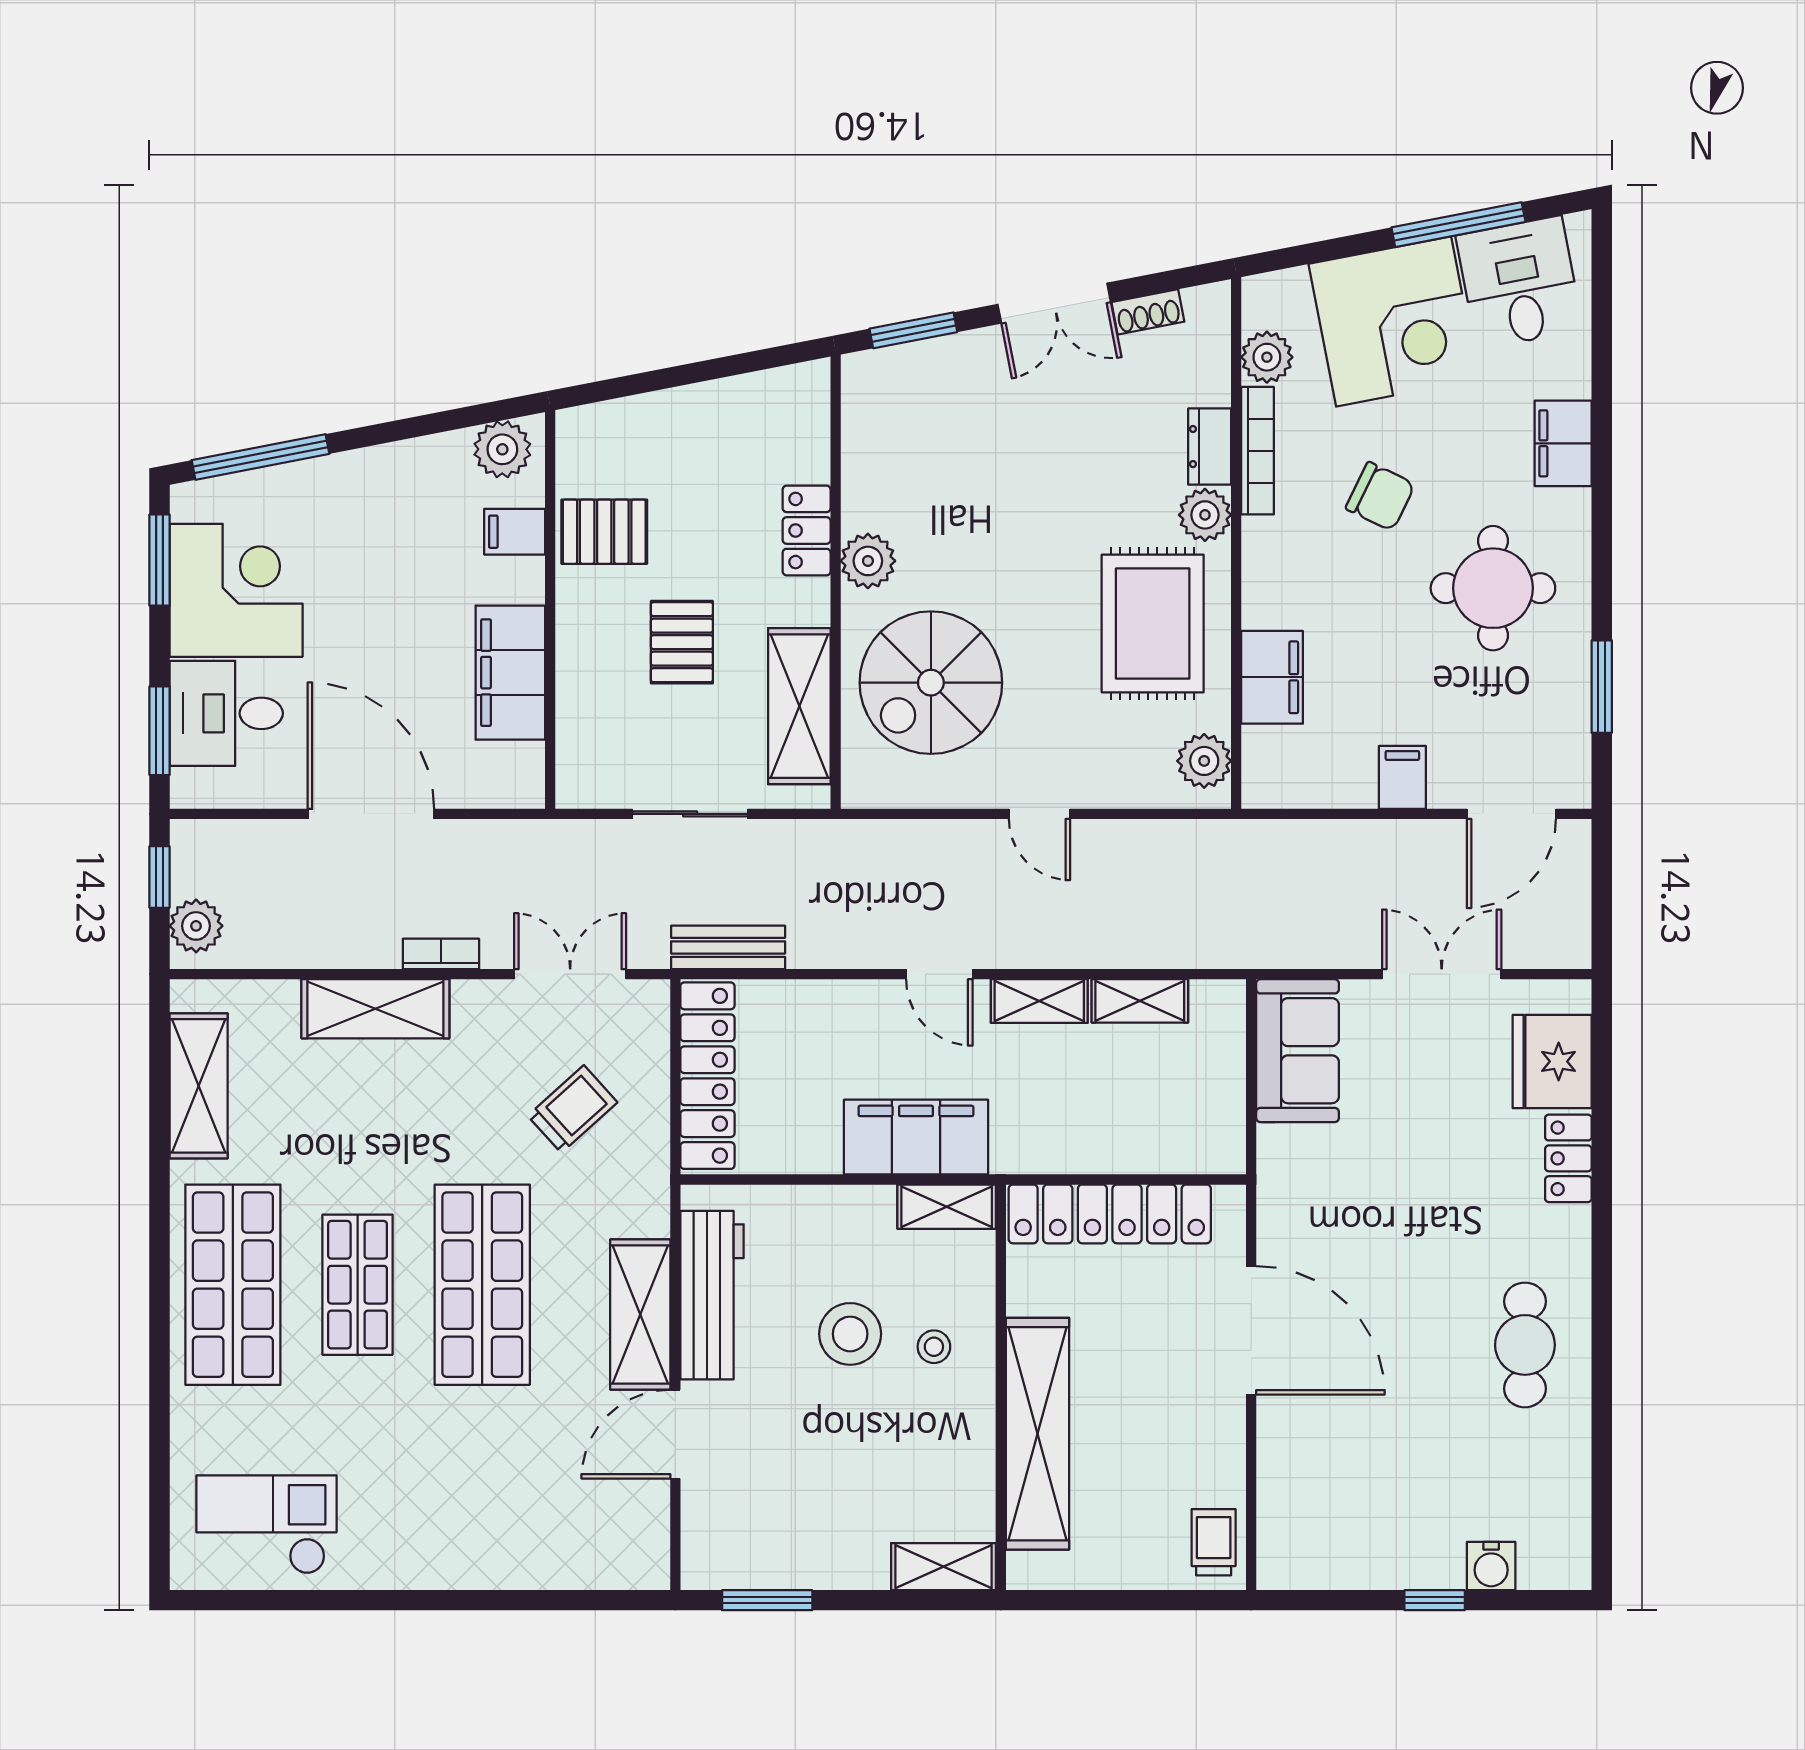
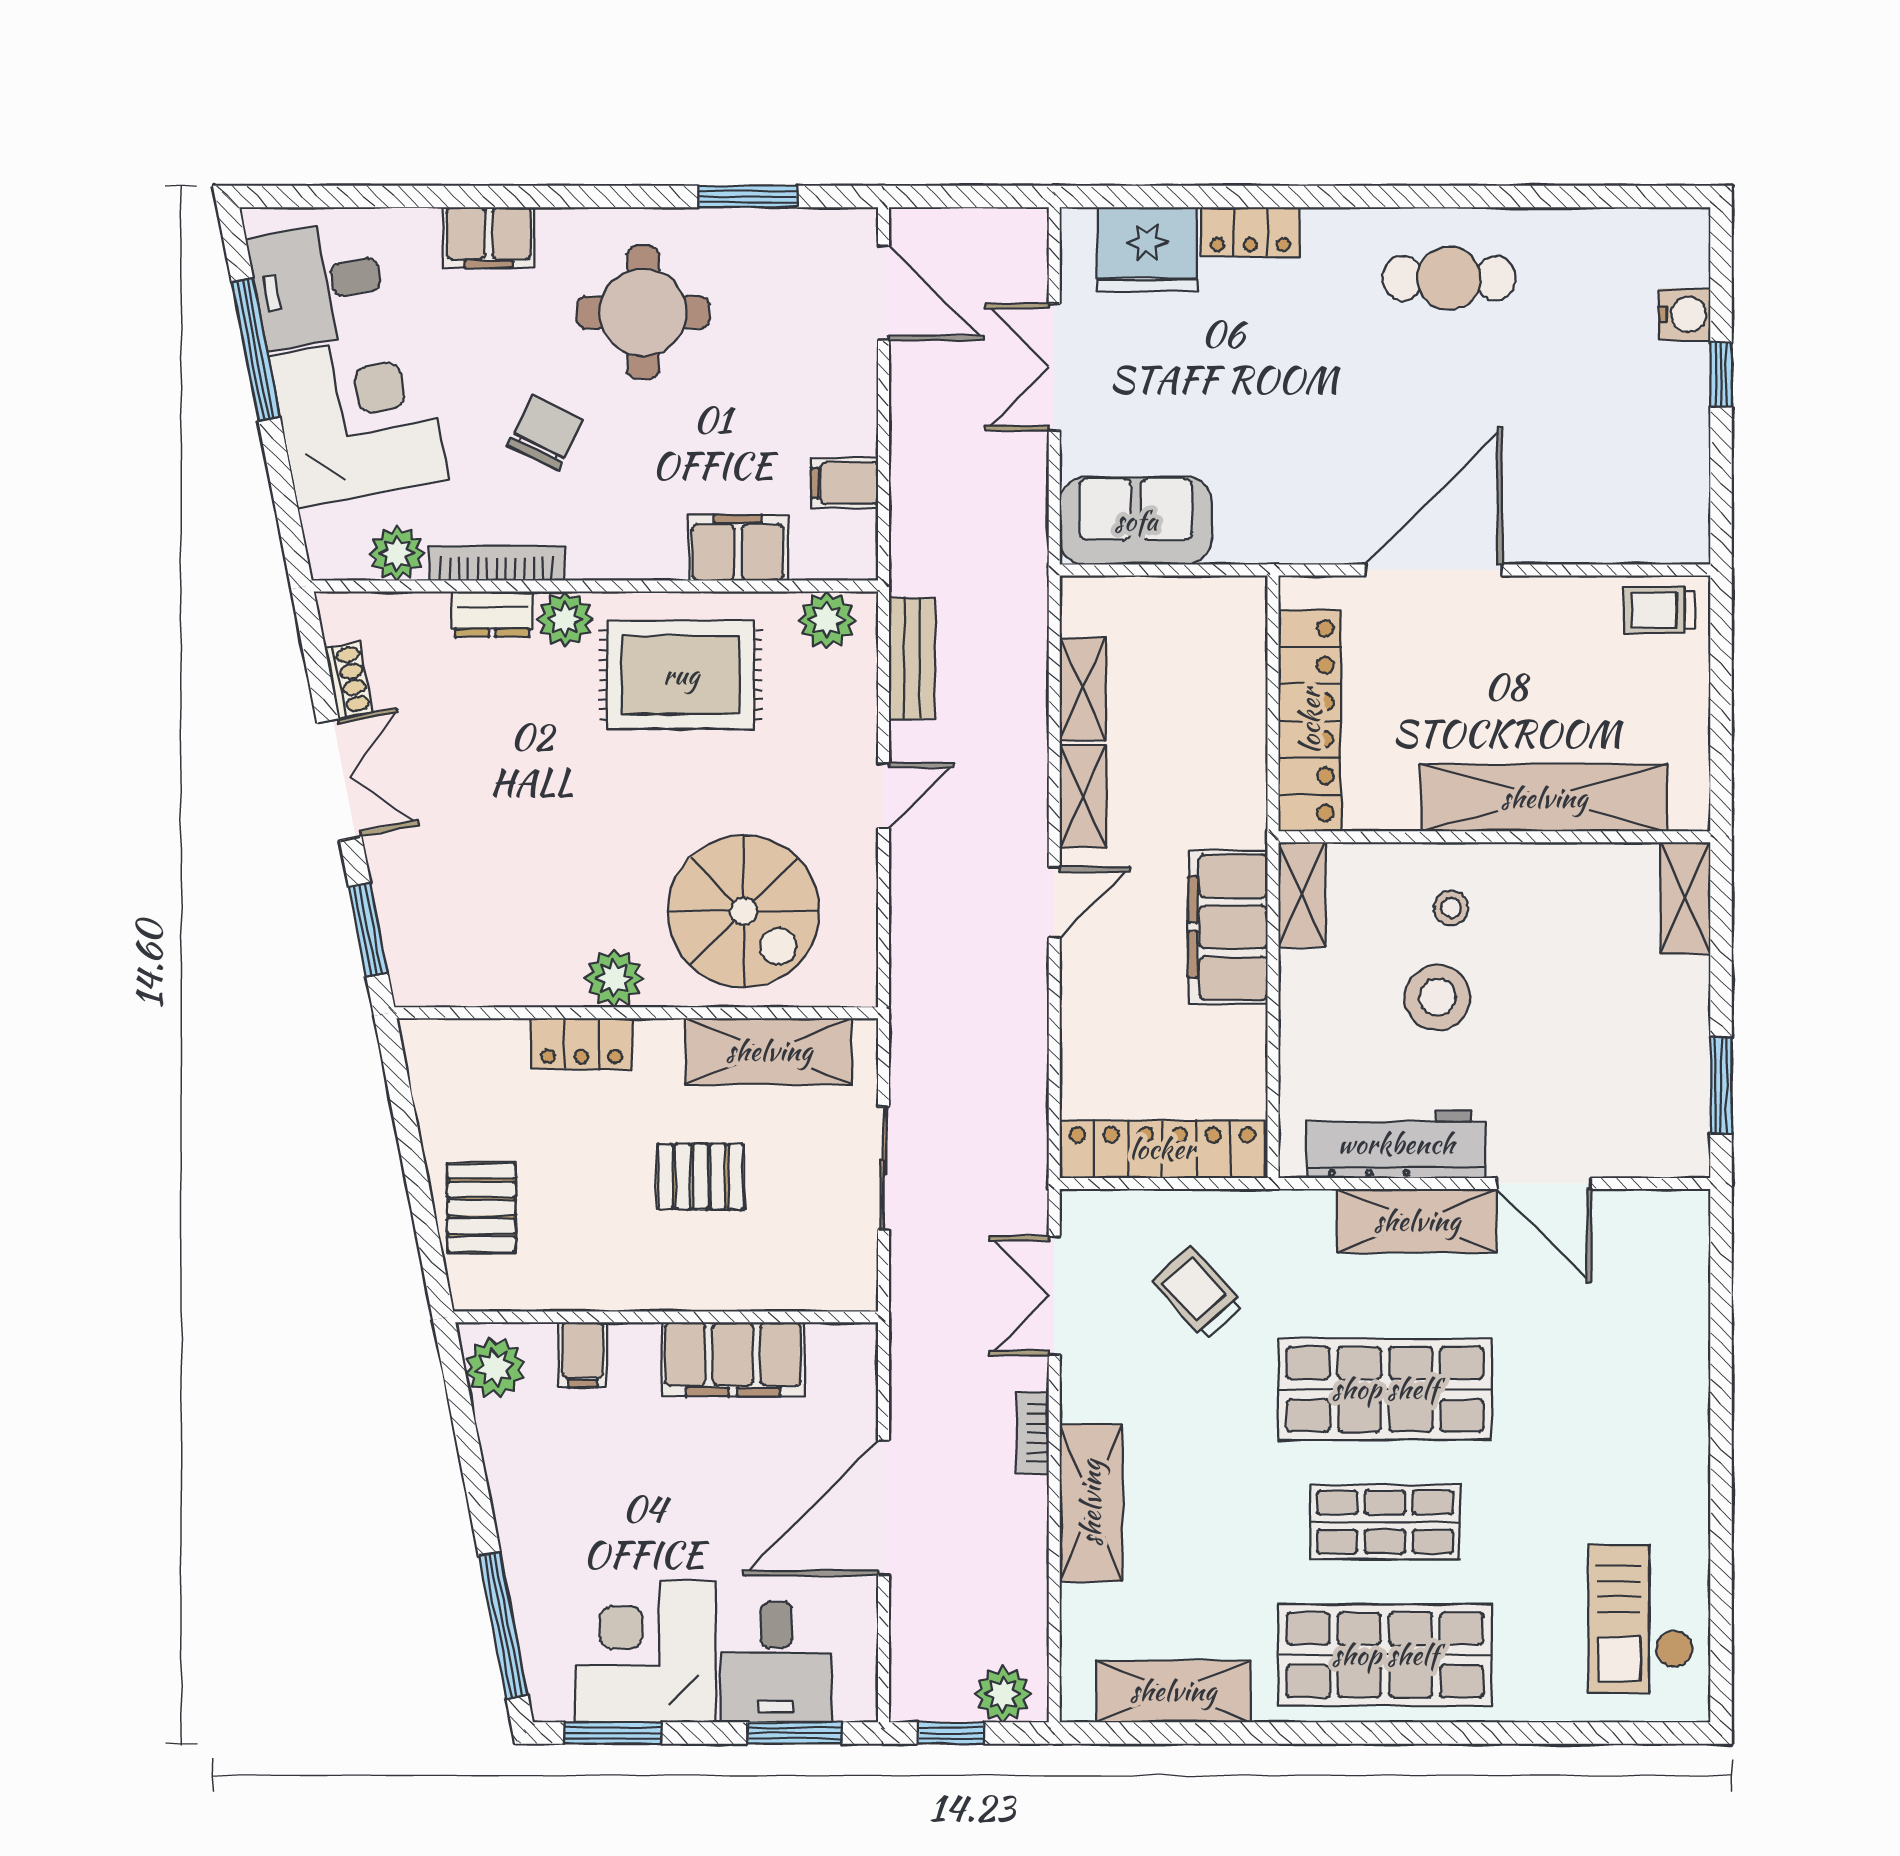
pallet: (604, 532) -> (481, 1208), moved
filing cabinet: (1402, 777) -> (845, 483), moved
bench: (728, 947) -> (912, 658), moved

